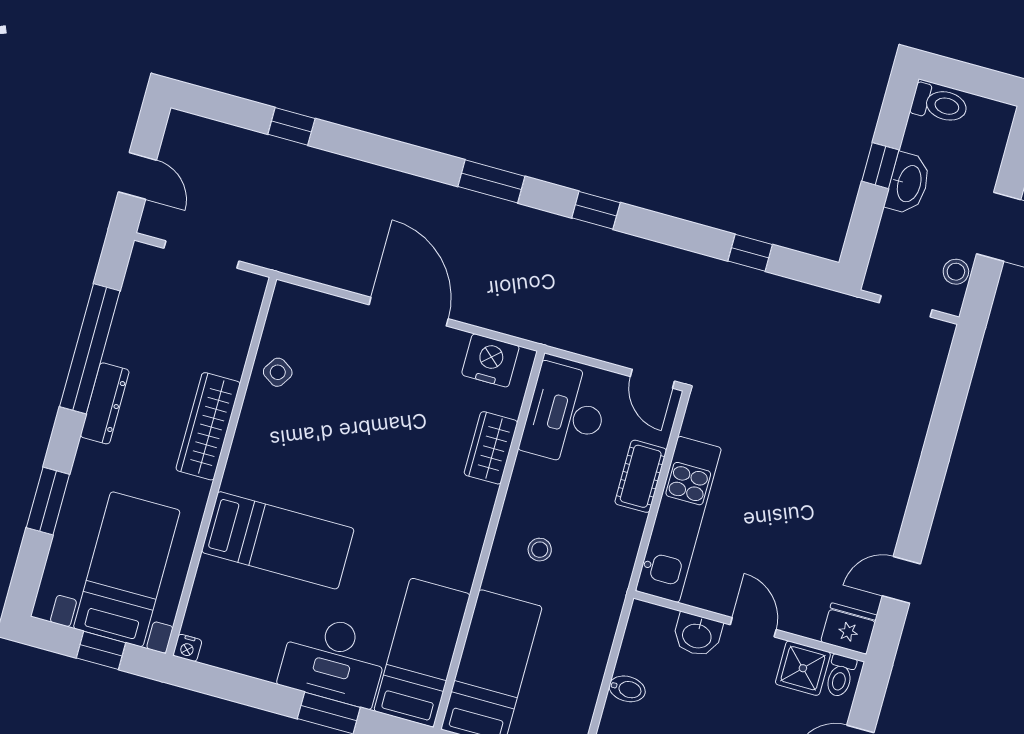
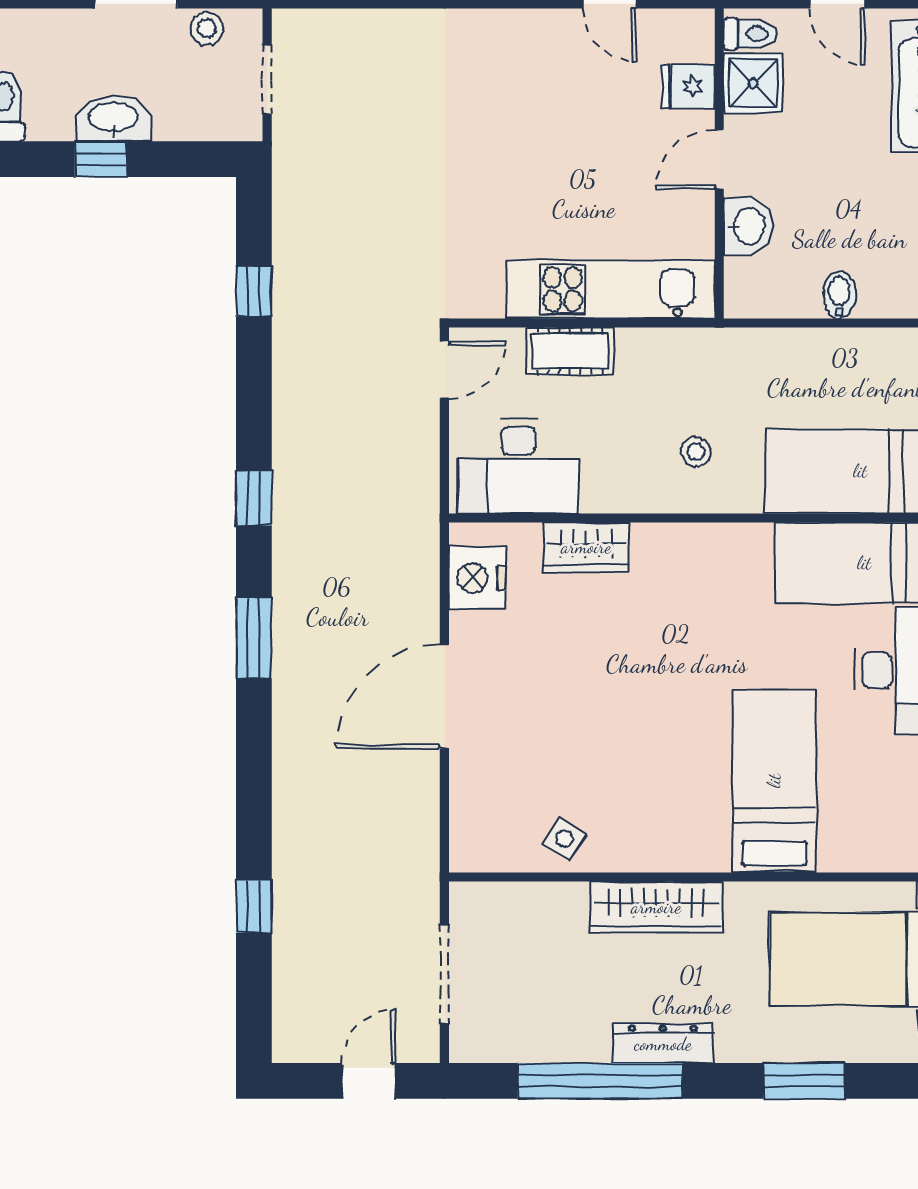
fridge: (849, 629) -> (688, 86), moved, width x0.72

